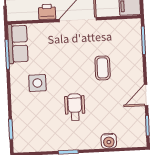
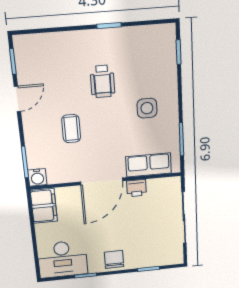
row of seats: (18, 44) -> (149, 165), moved, turned 90
water cooler: (109, 141) -> (37, 177), moved, turned 180

